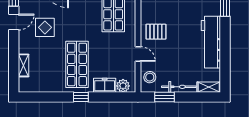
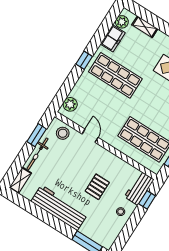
pallet: (156, 32) -> (97, 187), moved
door: (138, 54) -> (90, 136), swing flipped
freezer: (105, 85) -> (113, 38), moved
plant: (31, 86) -> (122, 22), added

